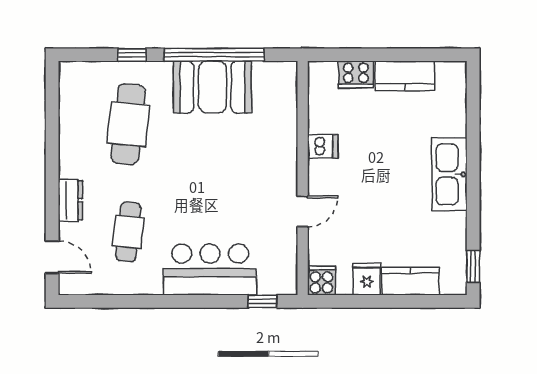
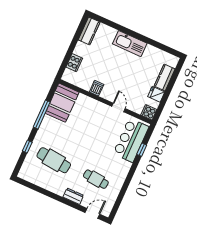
window: (214, 55) -> (42, 115), width x0.68
kitchen counter: (405, 76) -> (89, 31), moved
booth: (212, 87) -> (62, 103), moved
window: (473, 266) -> (170, 50), removed
bar counter: (210, 269) -> (131, 140), moved
window: (262, 301) -> (142, 150), moved

